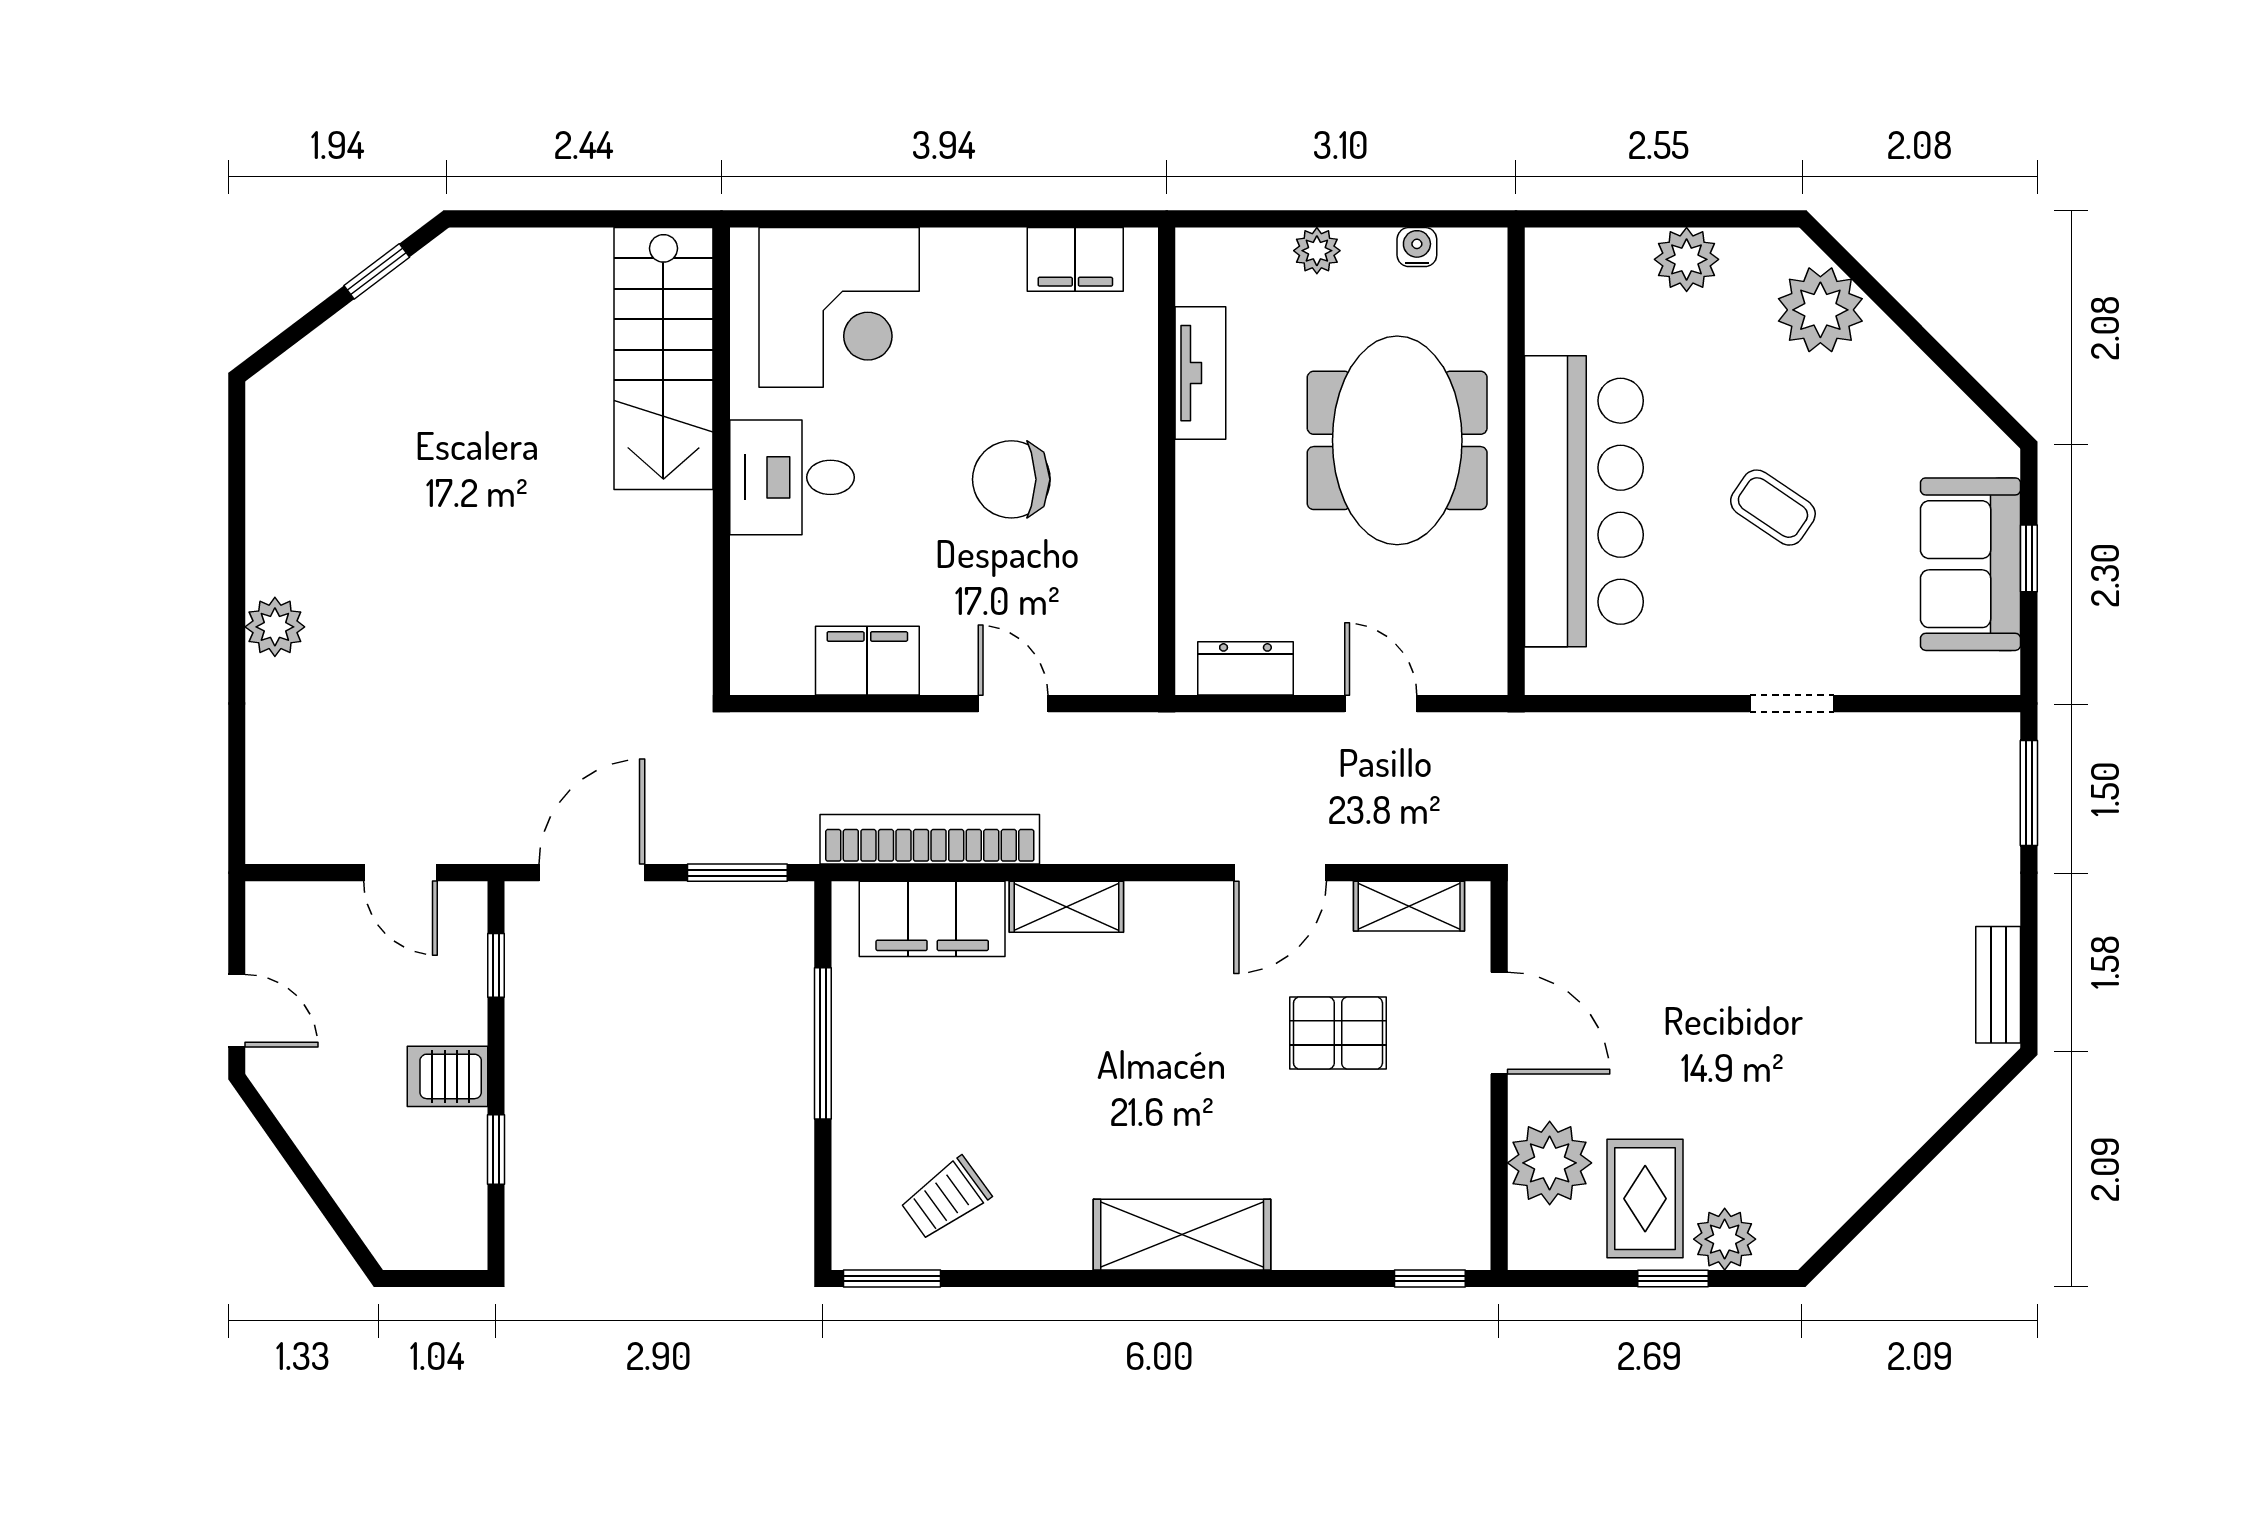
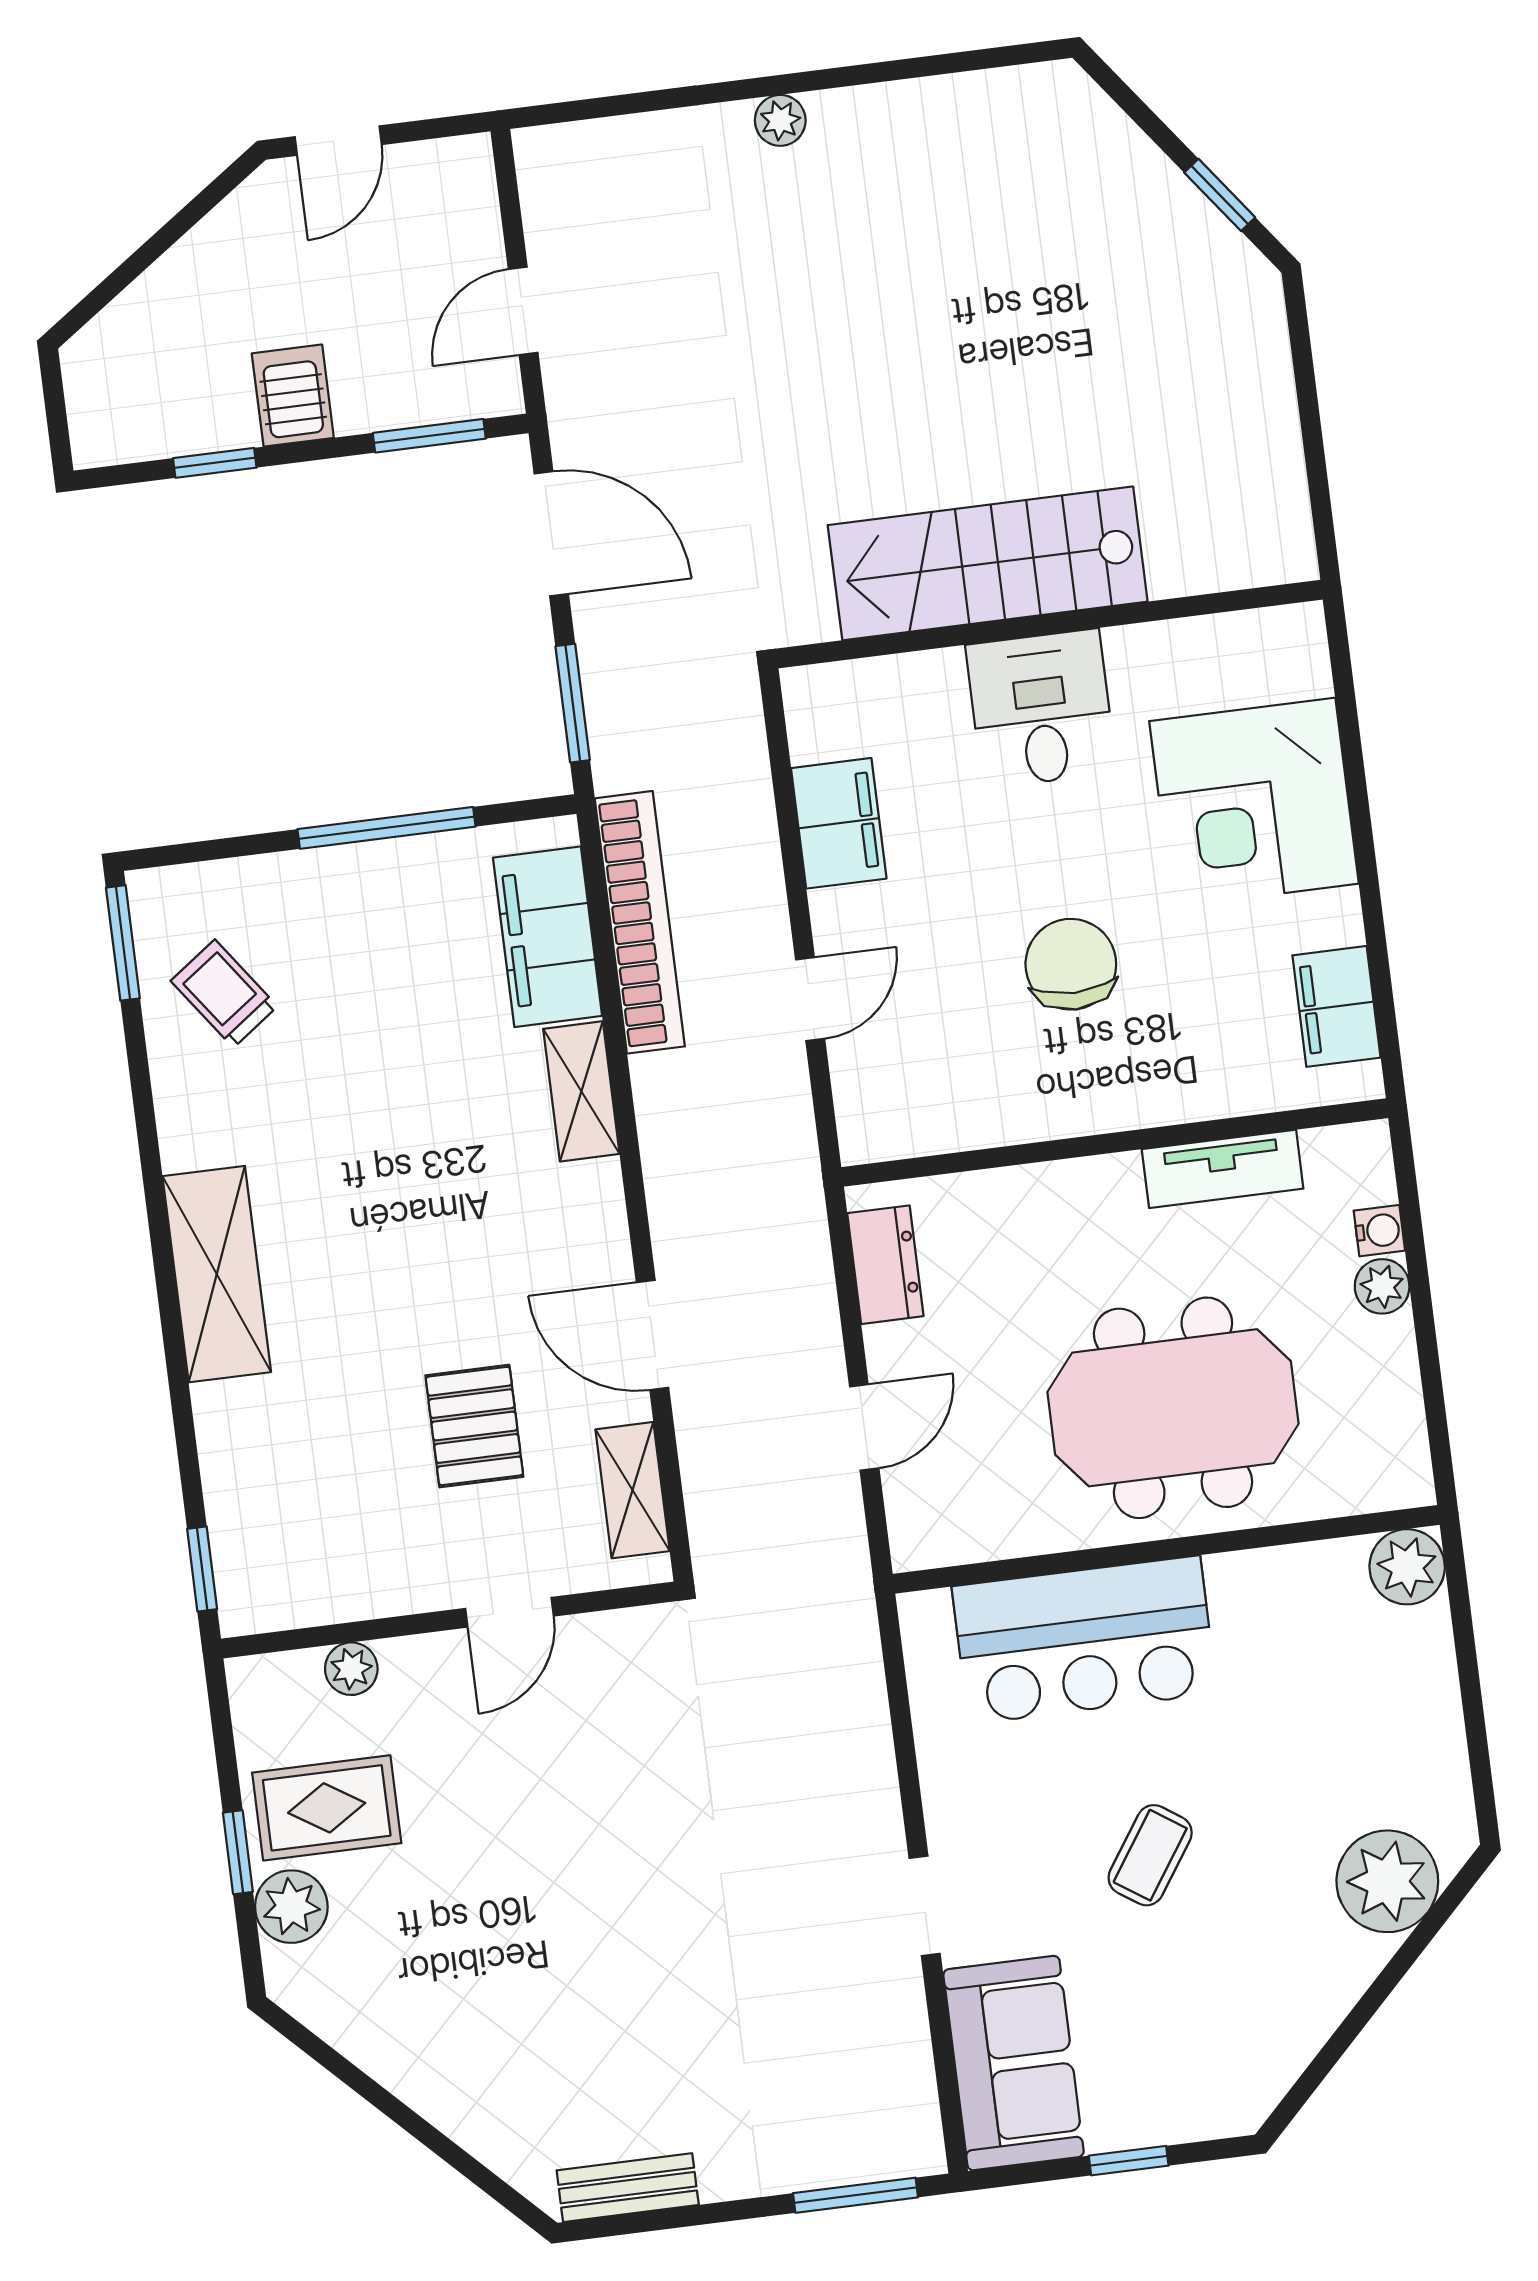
water cooler: (1417, 247) -> (1379, 1231), moved
plant: (1687, 259) -> (1407, 1567), moved
corner desk: (839, 307) -> (1254, 802), moved
stairs: (663, 359) -> (988, 563), moved
bar counter: (1584, 501) -> (1084, 1640), width x0.73
sofa: (1971, 564) -> (1014, 2063), moved, turned 90
plant: (275, 627) -> (780, 120), width x0.73, depth x0.73
window: (496, 965) -> (429, 436), width x1.50
door: (1499, 1023) -> (510, 1612), width x0.73
plant: (1550, 1163) -> (351, 1669), width x0.53, depth x0.53

